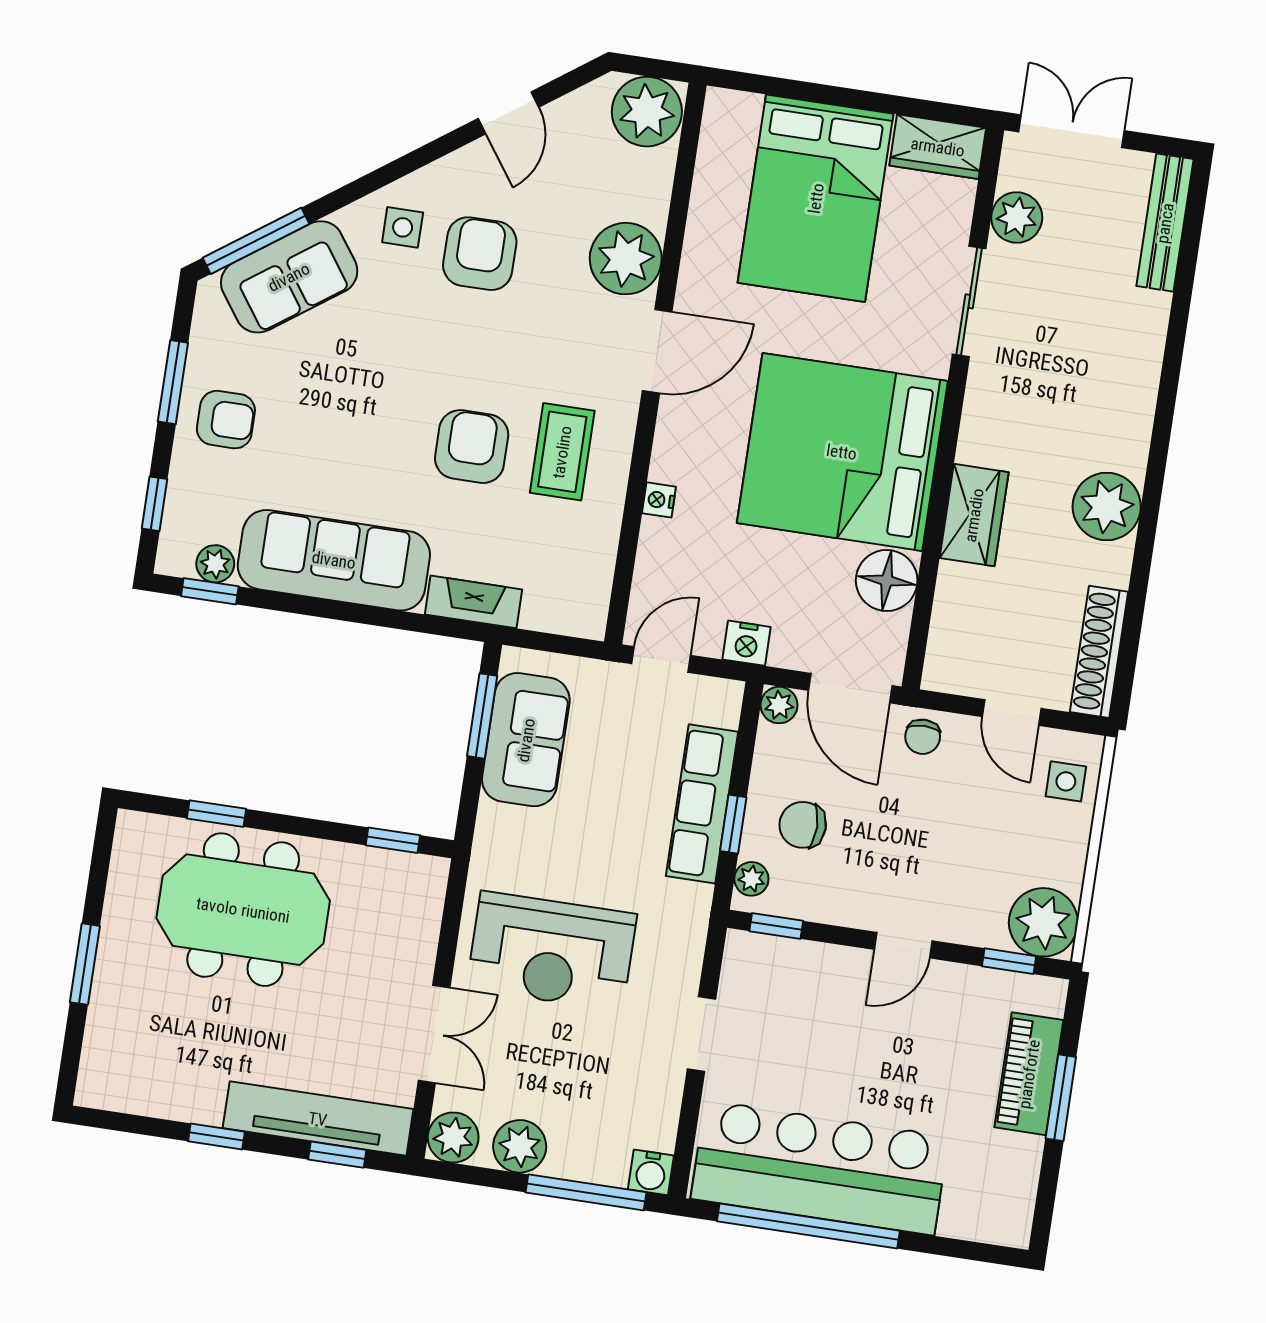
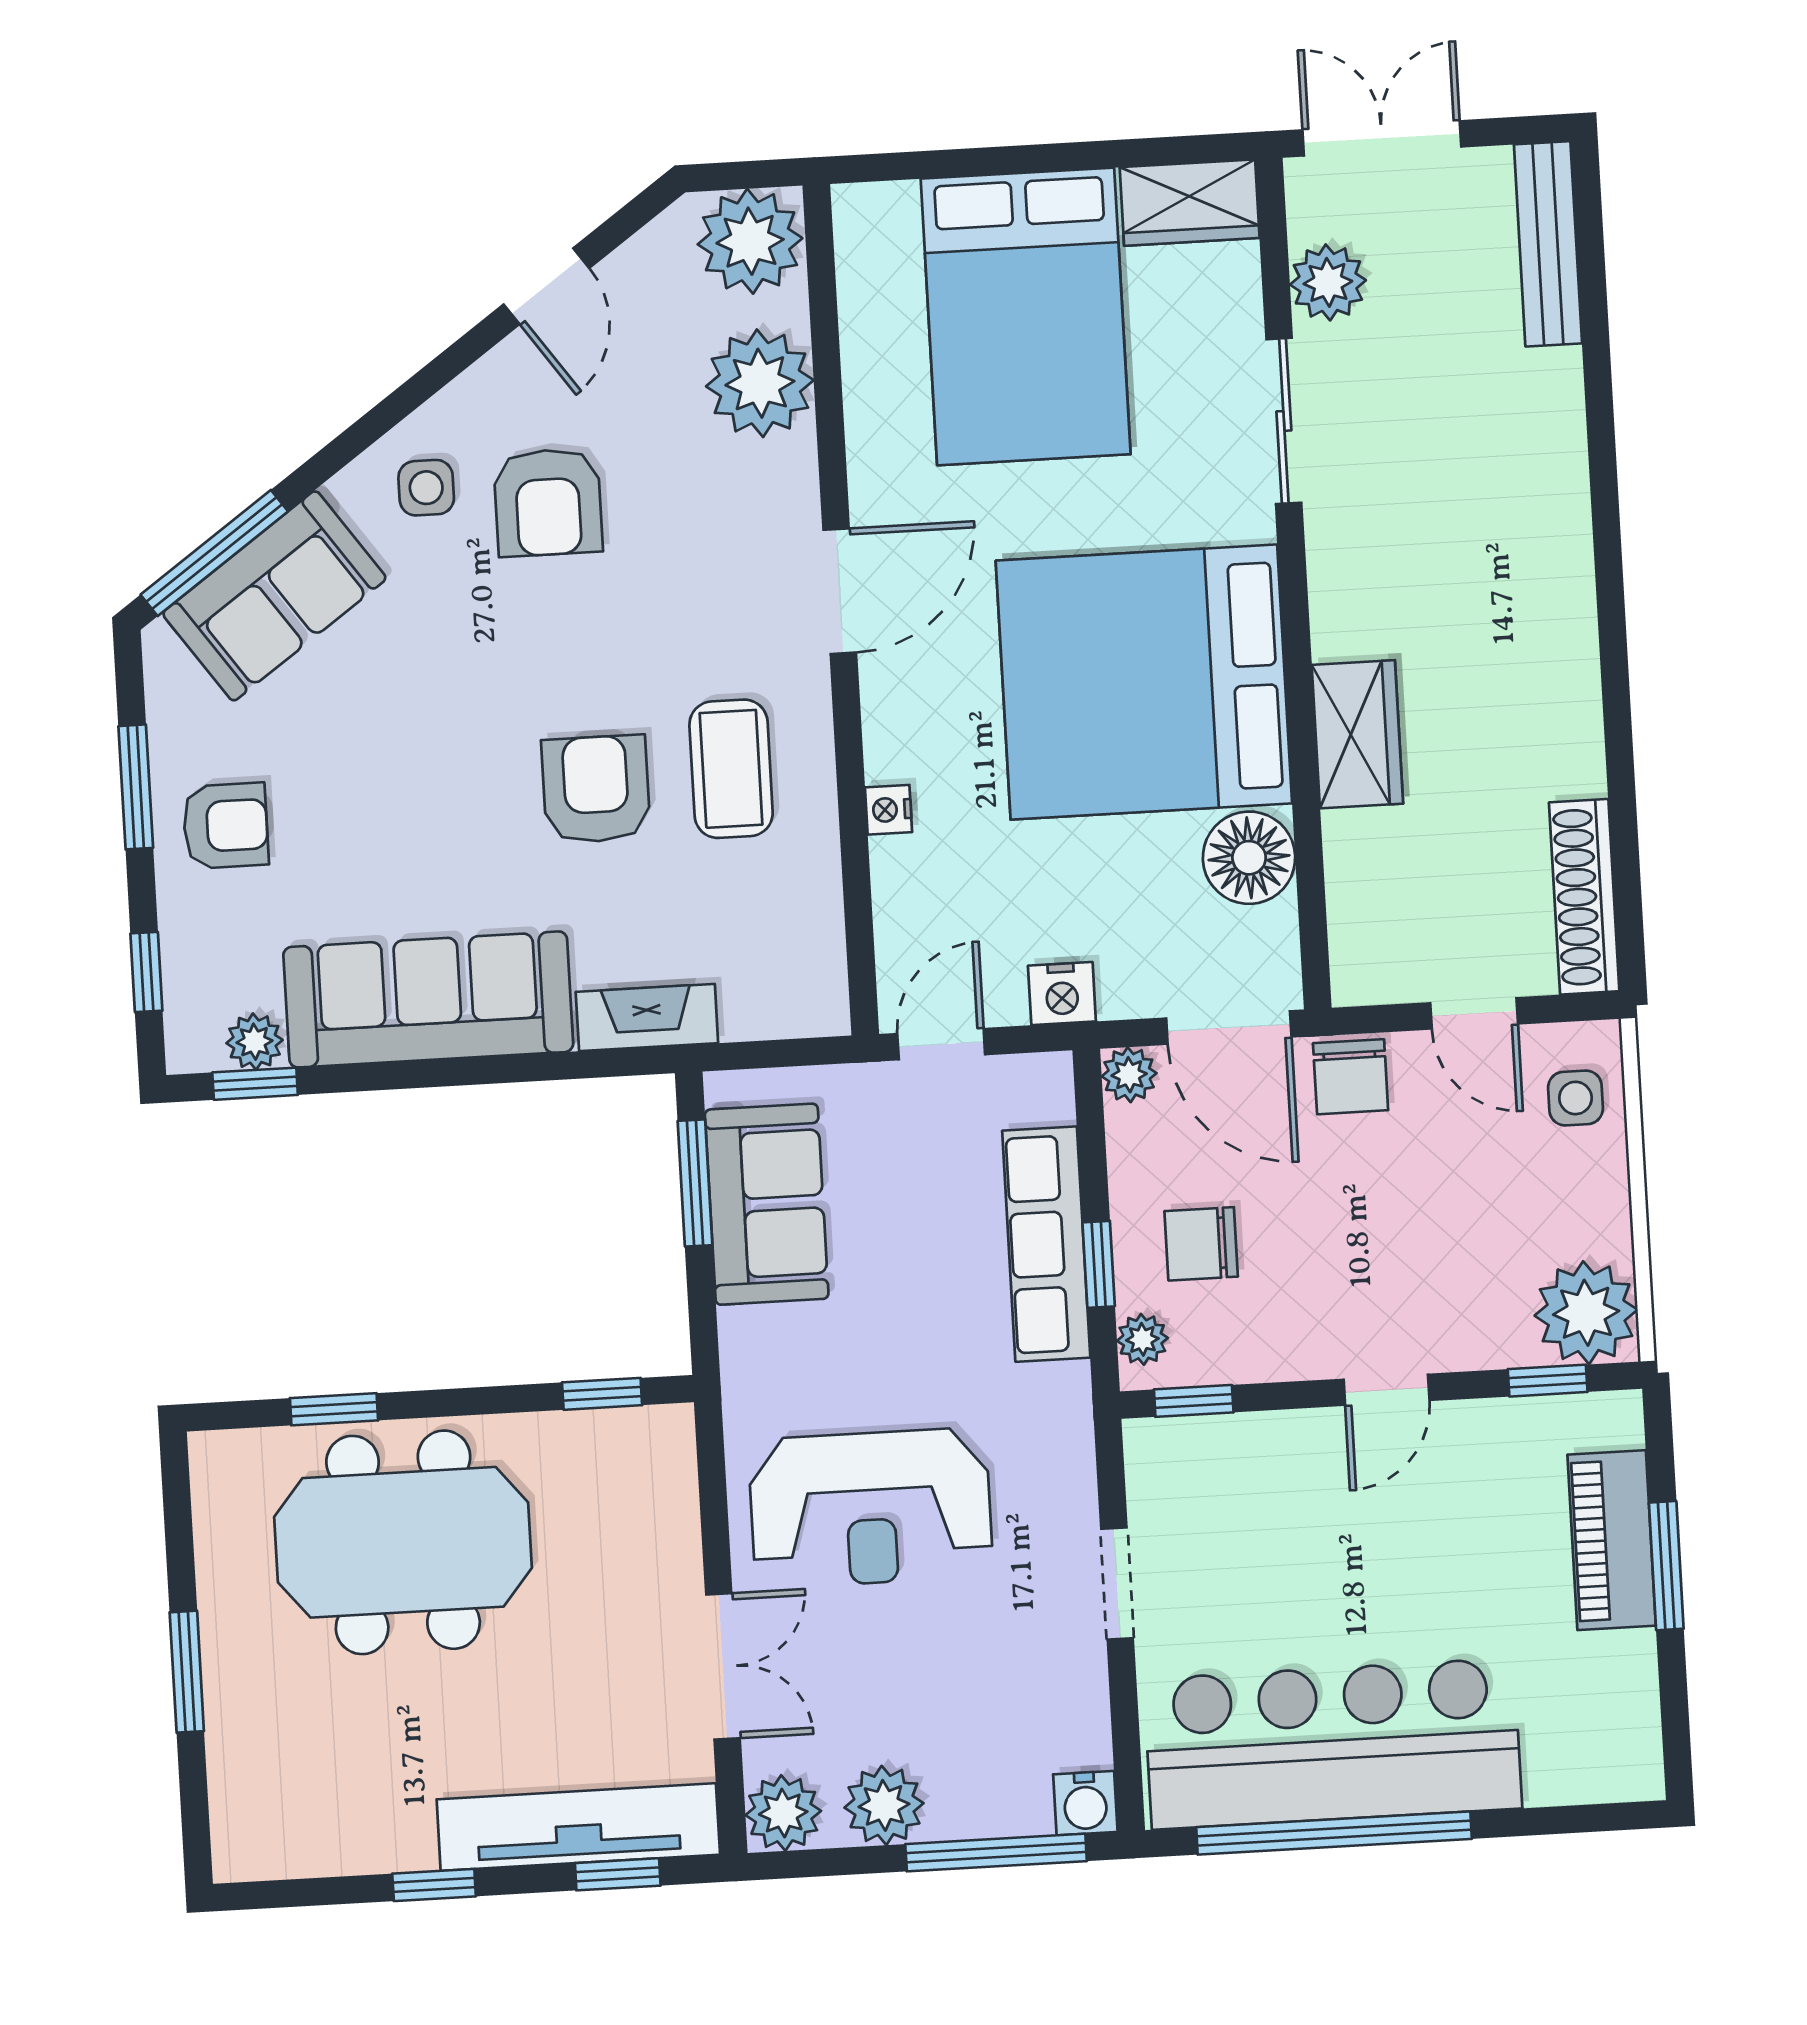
armchair: (480, 254) -> (548, 502), turned 180
plant: (626, 259) -> (760, 383), moved
plant: (1107, 506) -> (1550, 680), removed
chair: (923, 737) -> (1351, 1077), width x1.37, depth x1.37

